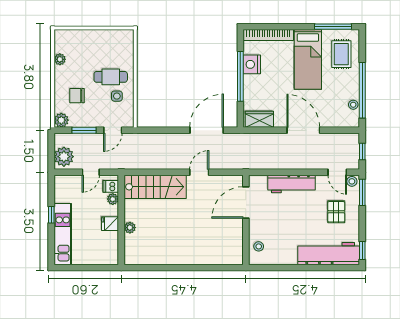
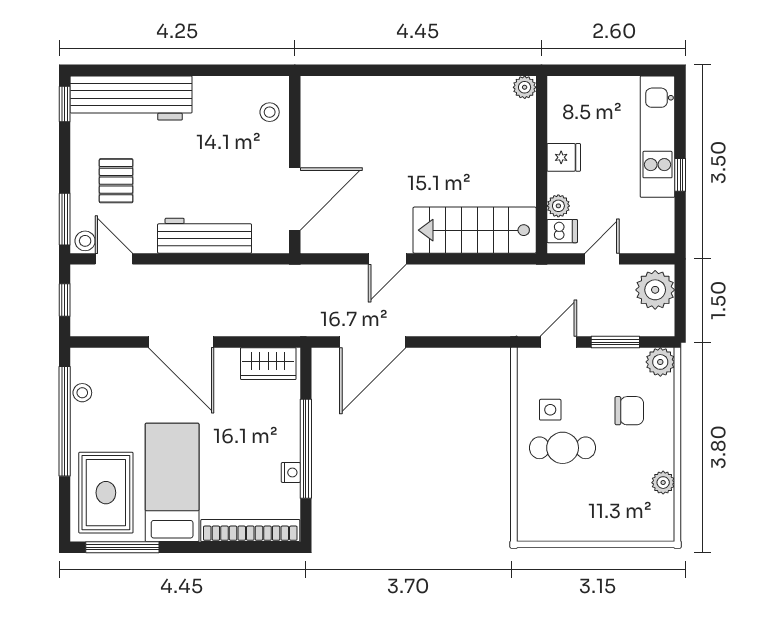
rug: (341, 54) -> (106, 493), width x1.36, depth x1.43
nightstand: (252, 64) -> (291, 472), width x0.53, depth x0.56
plant: (130, 228) -> (525, 87), moved

